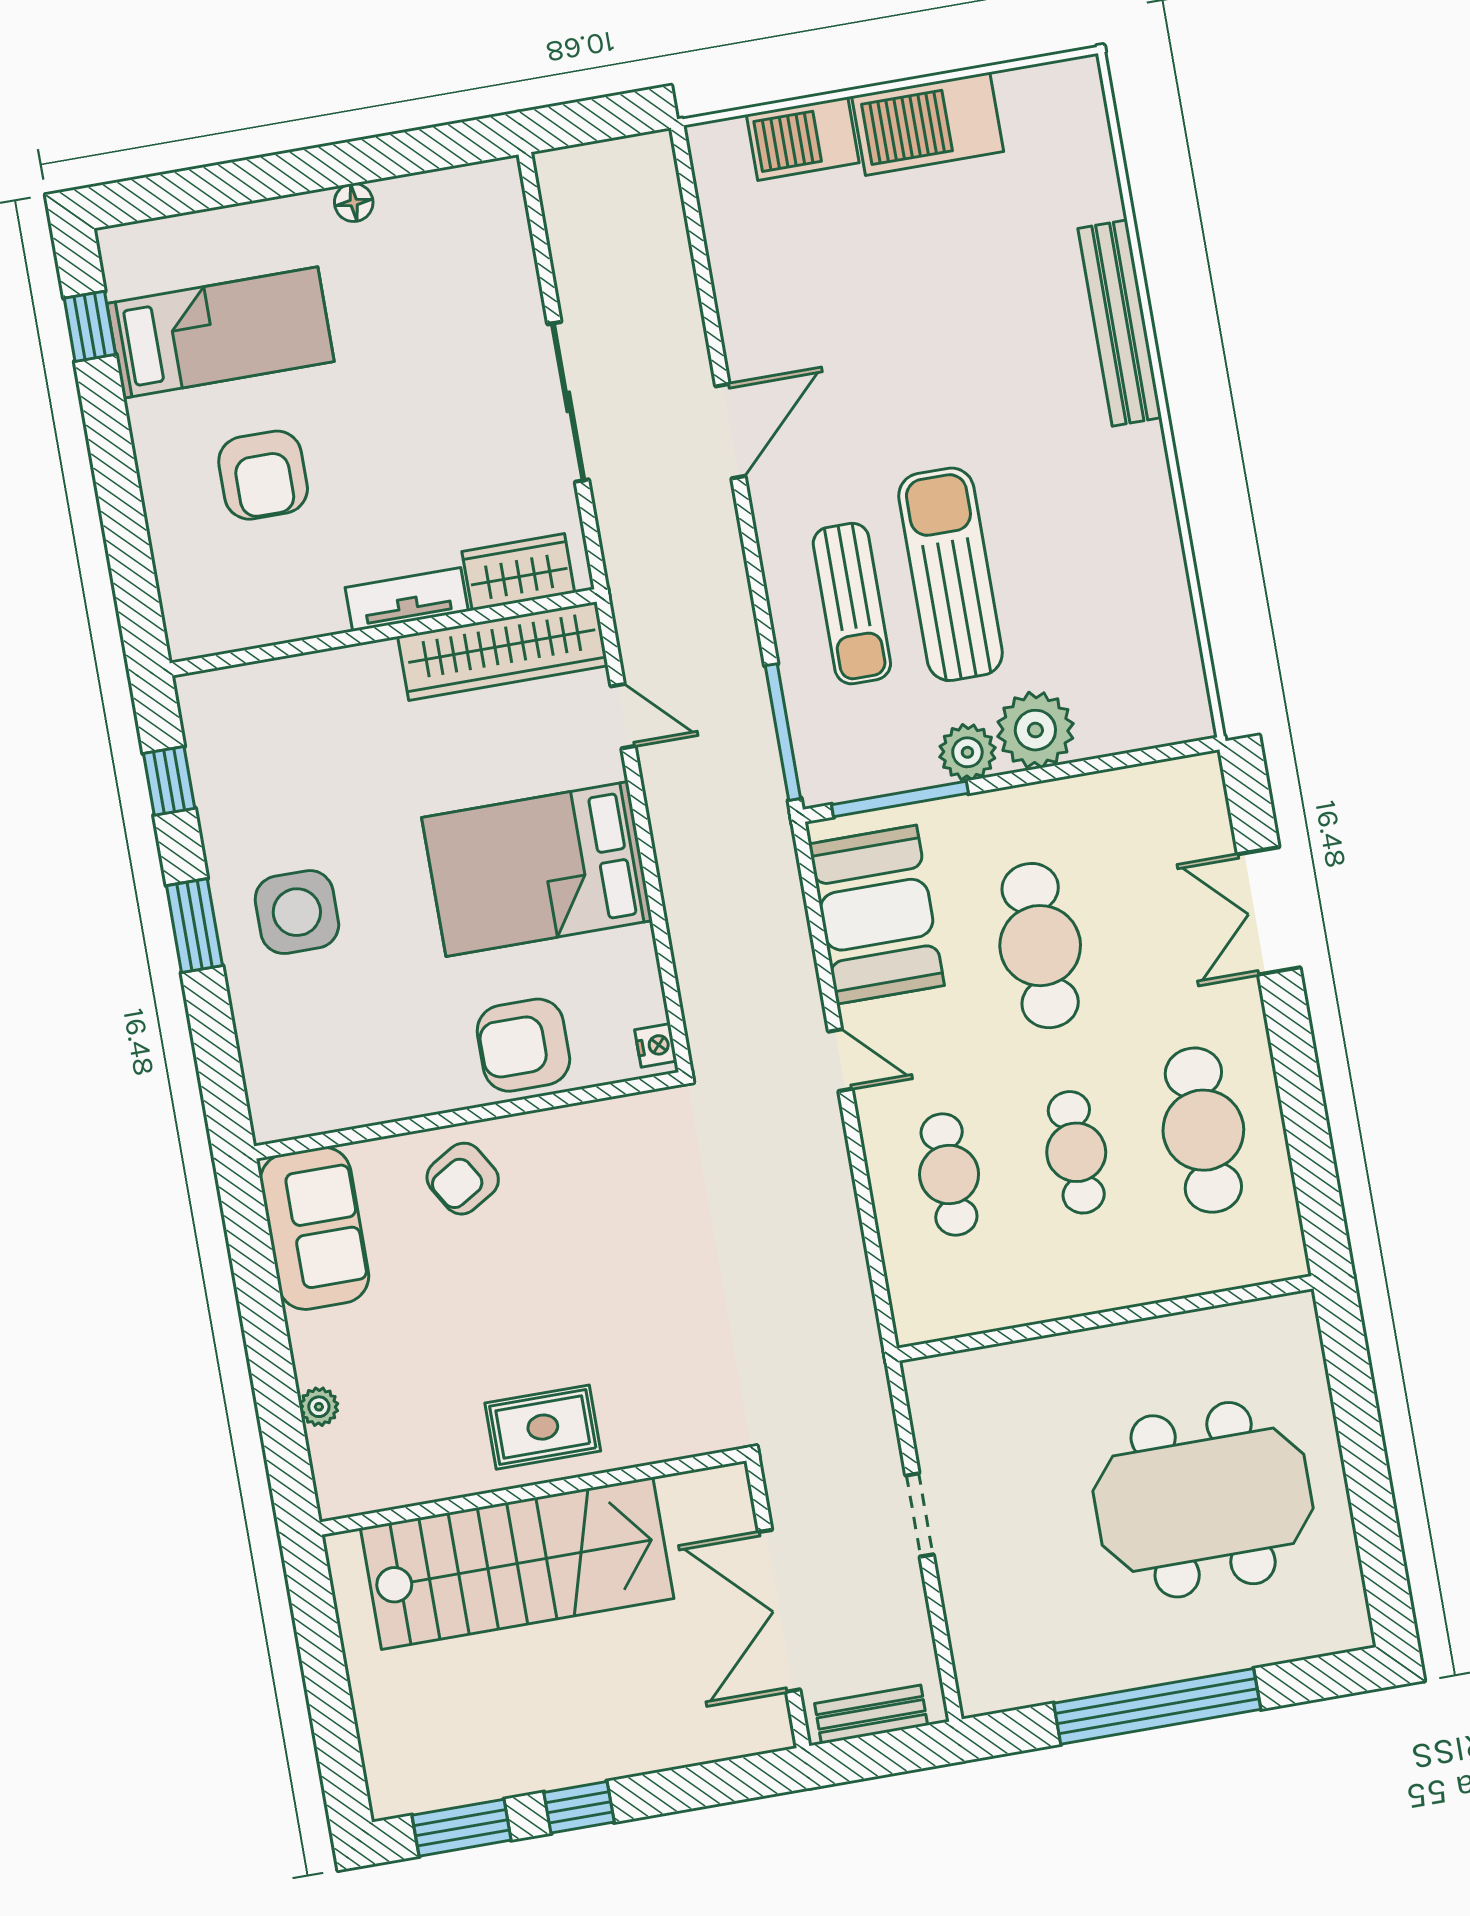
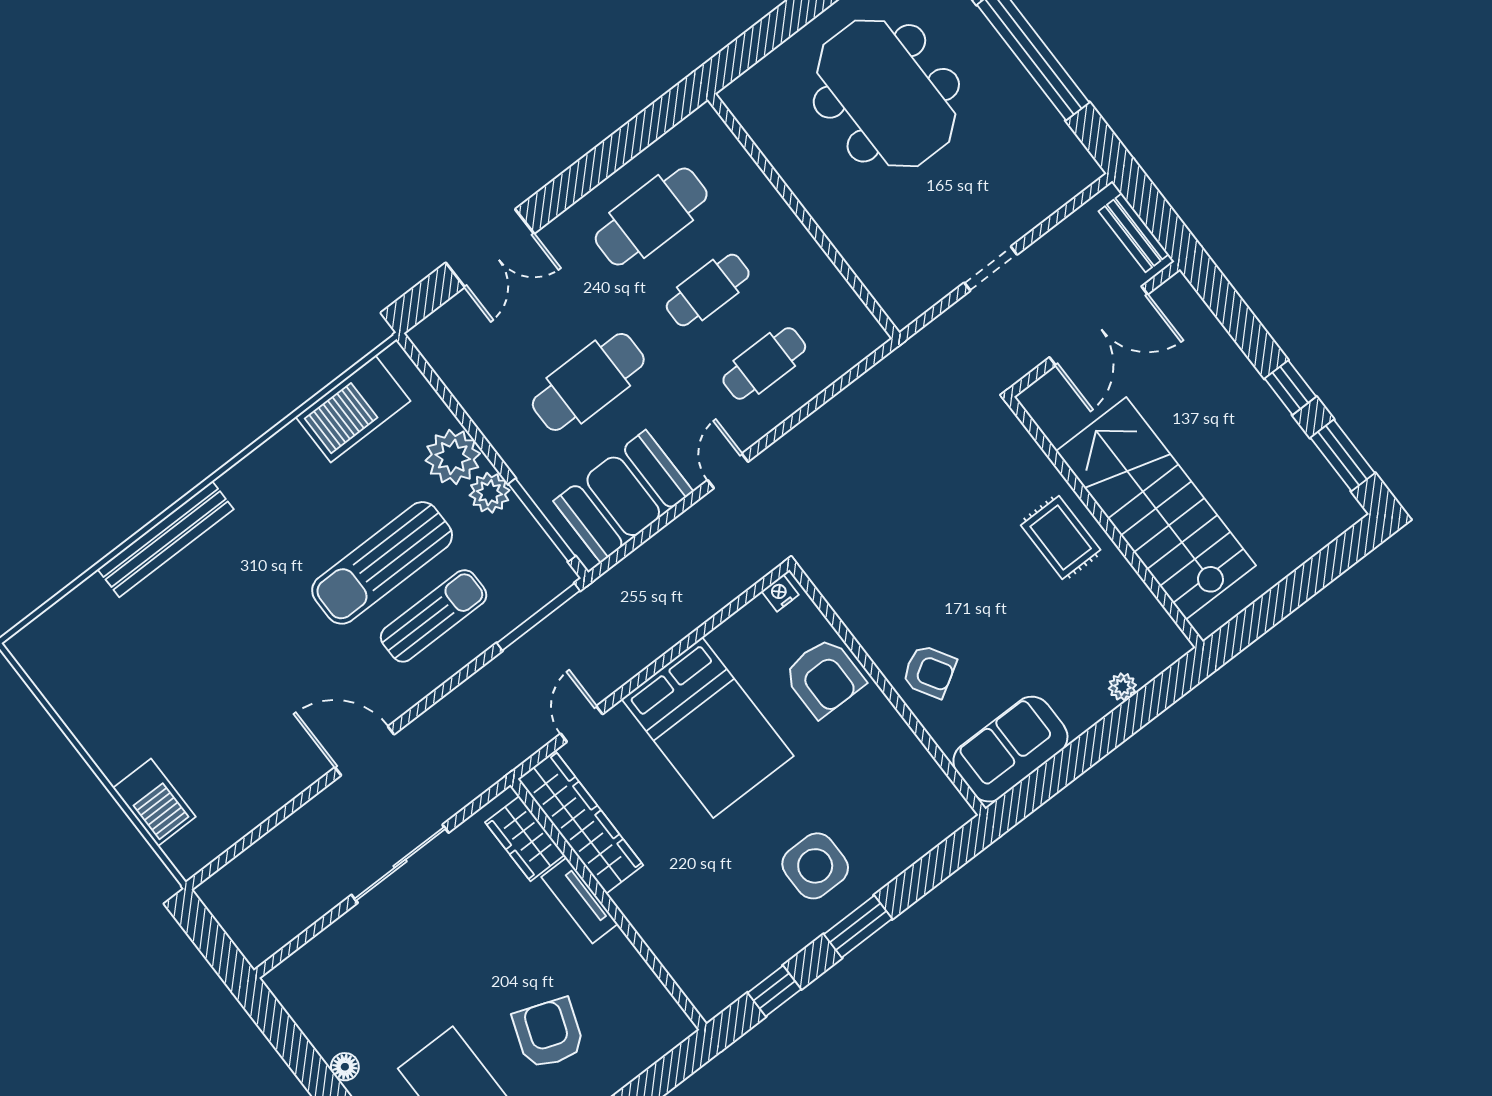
barbecue: (928, 124) -> (353, 409), moved, turned 90
armchair: (263, 475) -> (548, 1033), turned -70

